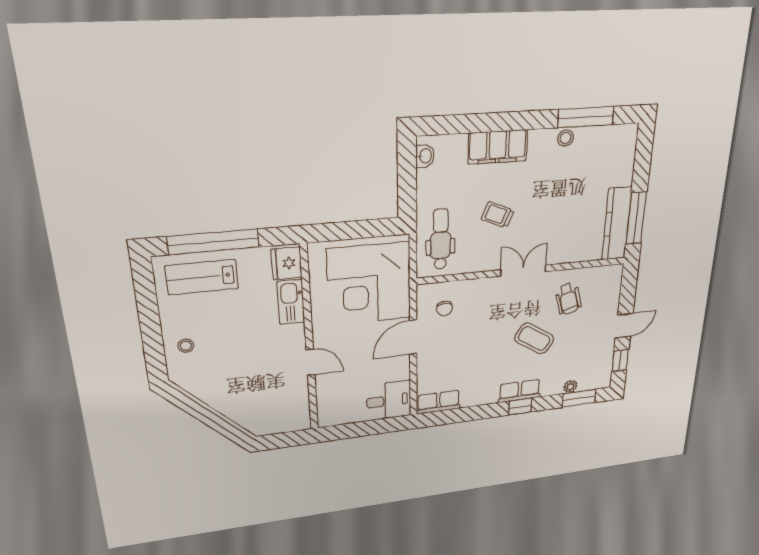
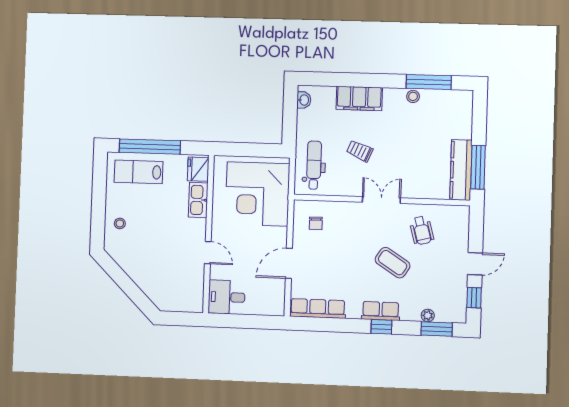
door: (413, 337) -> (289, 263), moved
desk: (389, 401) -> (227, 297), moved, turned 180
row of seats: (438, 402) -> (318, 308), width x1.48

